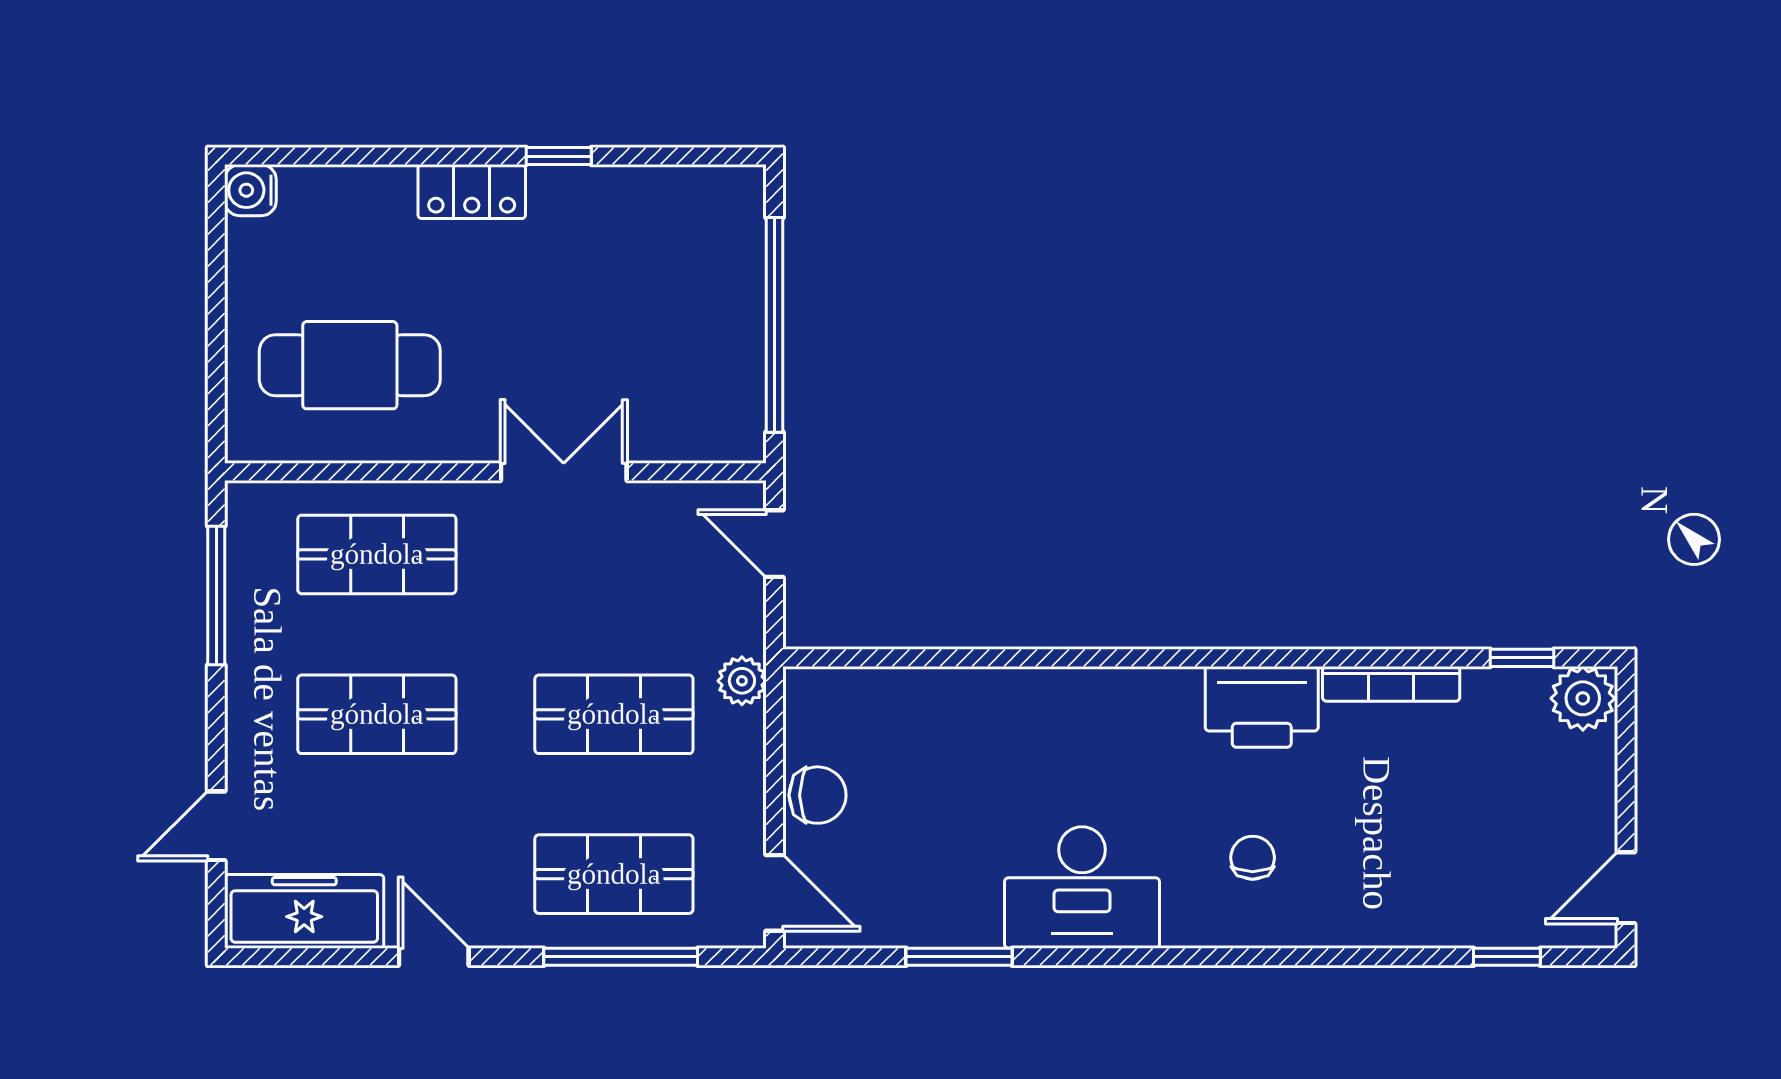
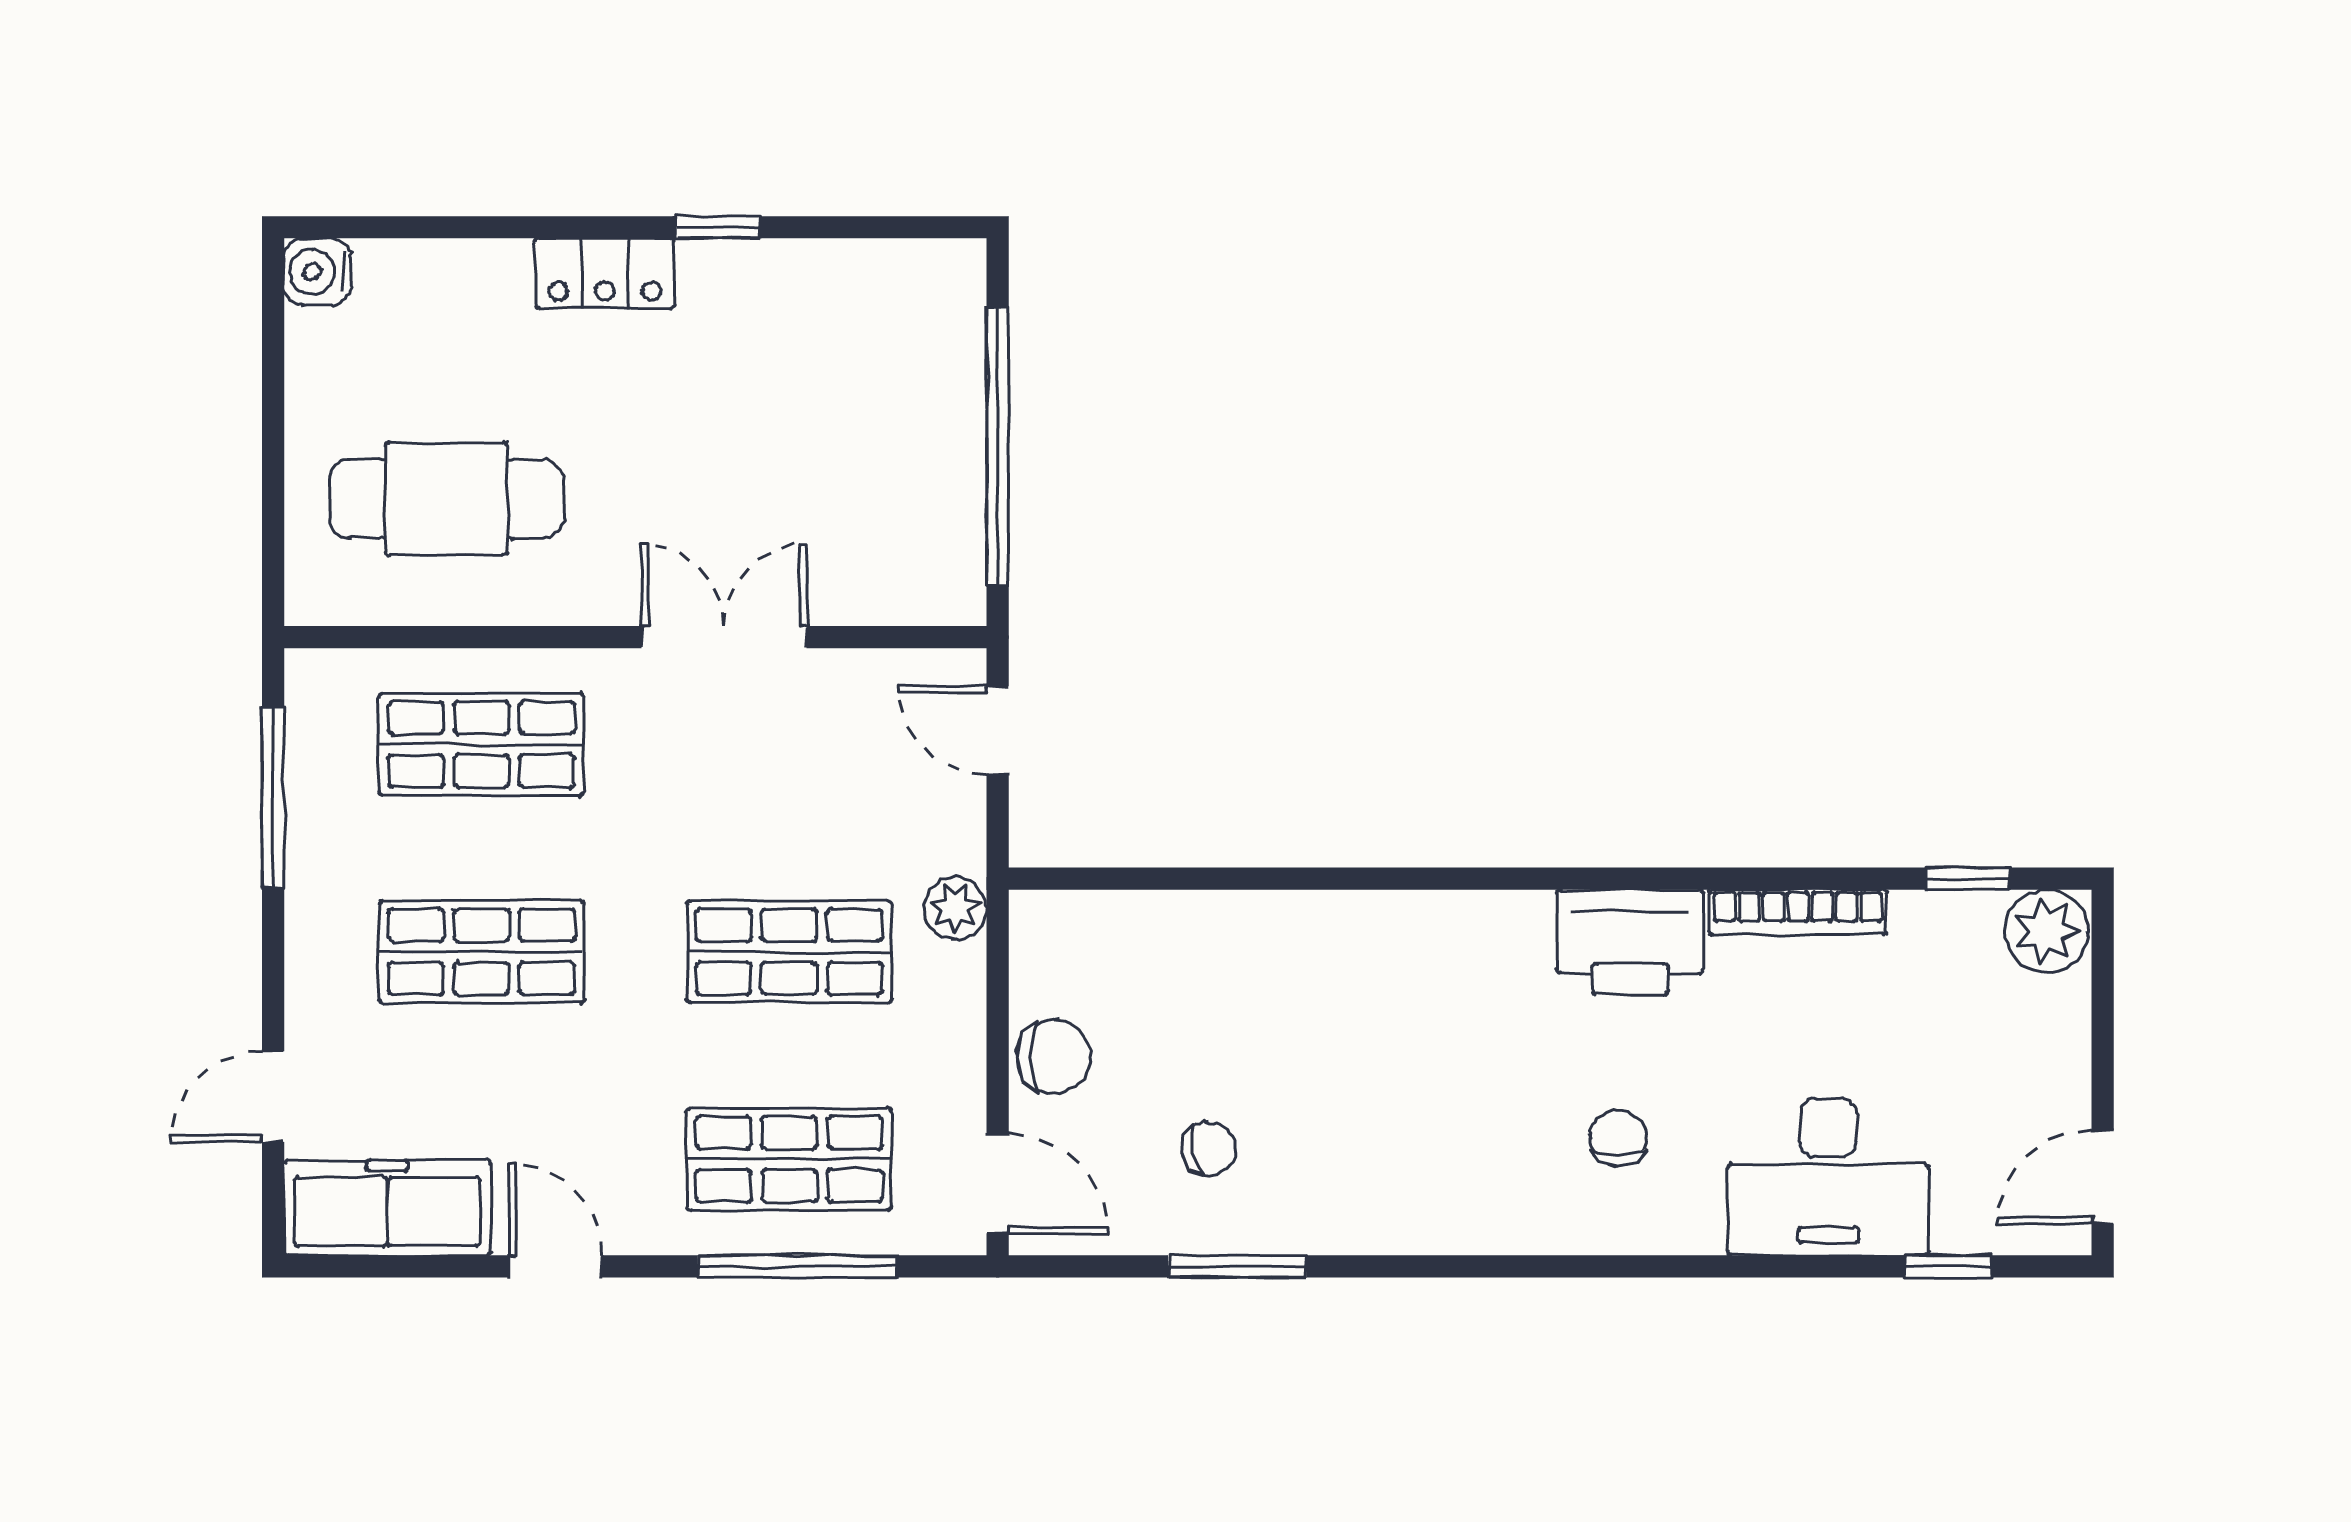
chair: (937, 866) -> (1209, 1149), added
desk: (1082, 887) -> (1828, 1177), moved

